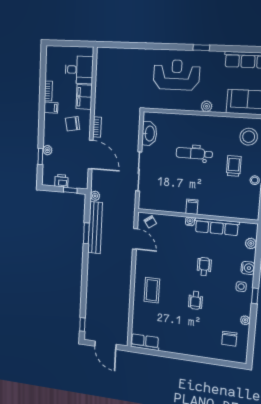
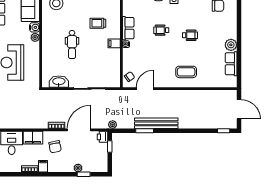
water cooler: (219, 106) -> (35, 27), added
trolley: (234, 166) -> (98, 23), moved
printer: (61, 181) -> (103, 137), moved
row of seats: (217, 227) -> (128, 28), width x0.68
bench: (95, 228) -> (156, 123), moved
row of seats: (145, 342) -> (231, 64), moved
door: (105, 345) -> (239, 109), hinge flipped
plant: (181, 347) -> (231, 45), added

